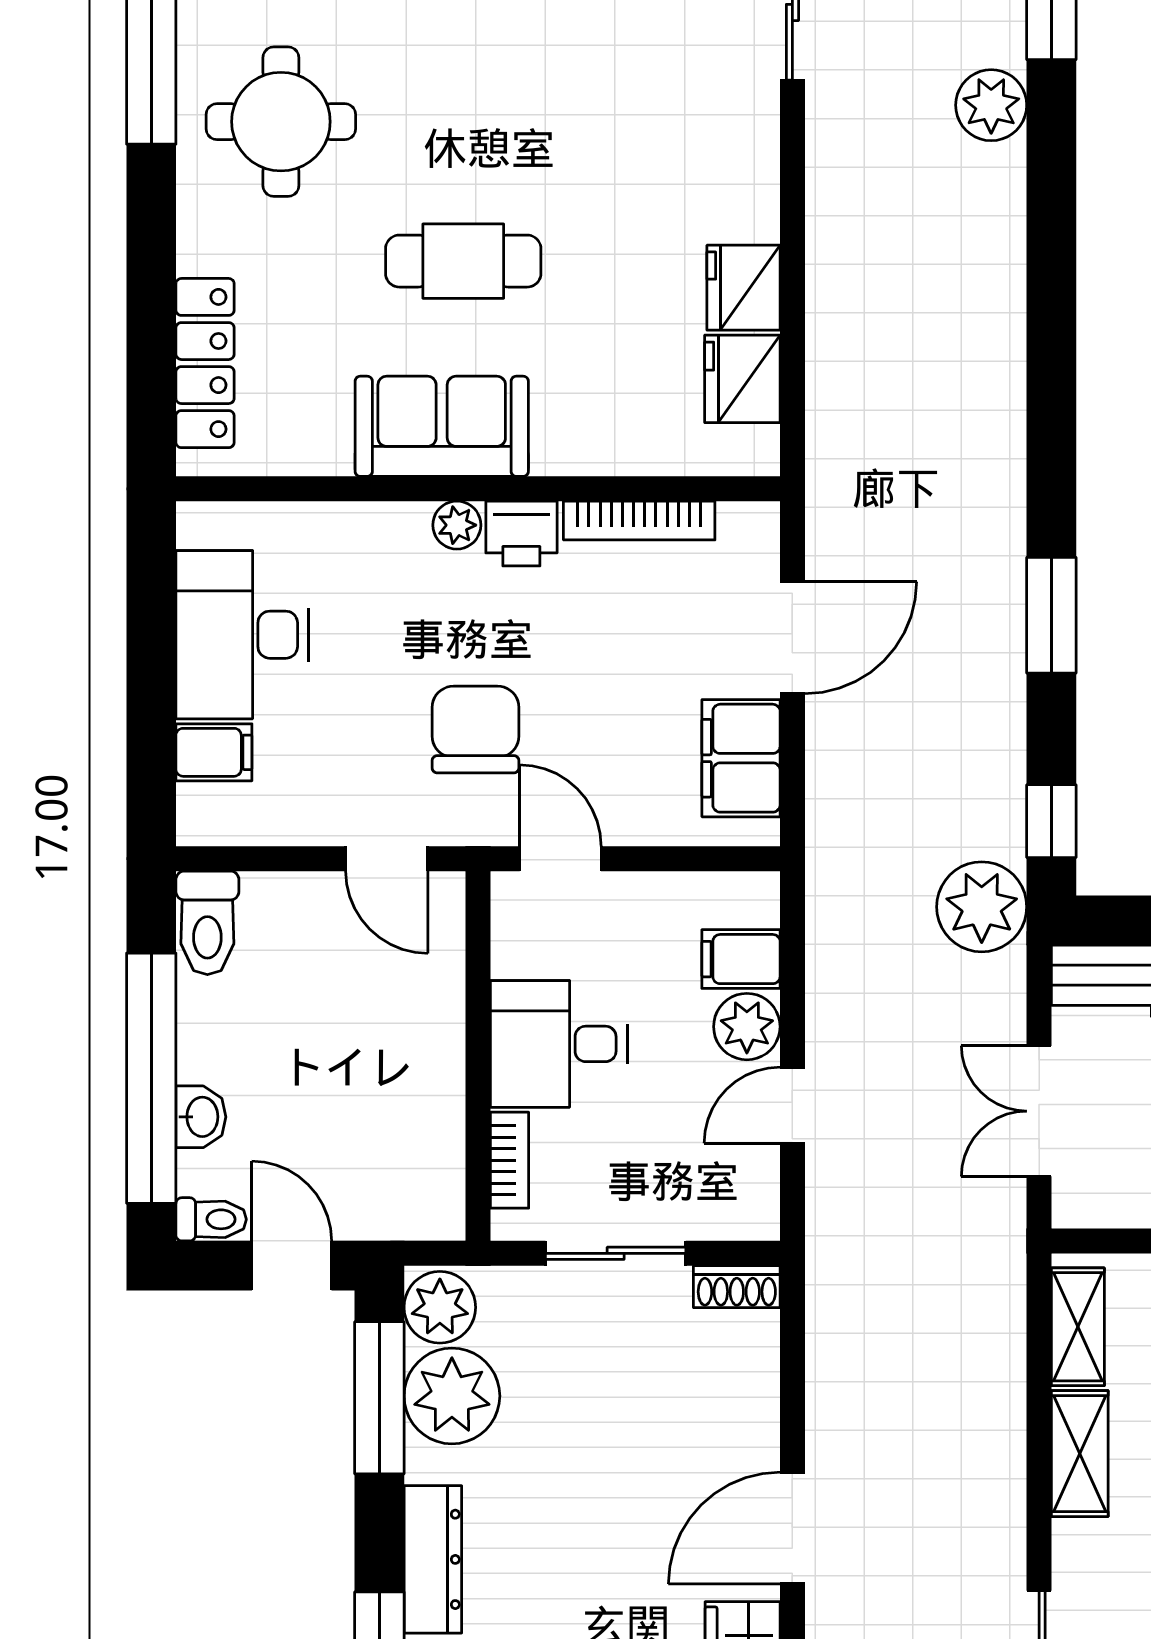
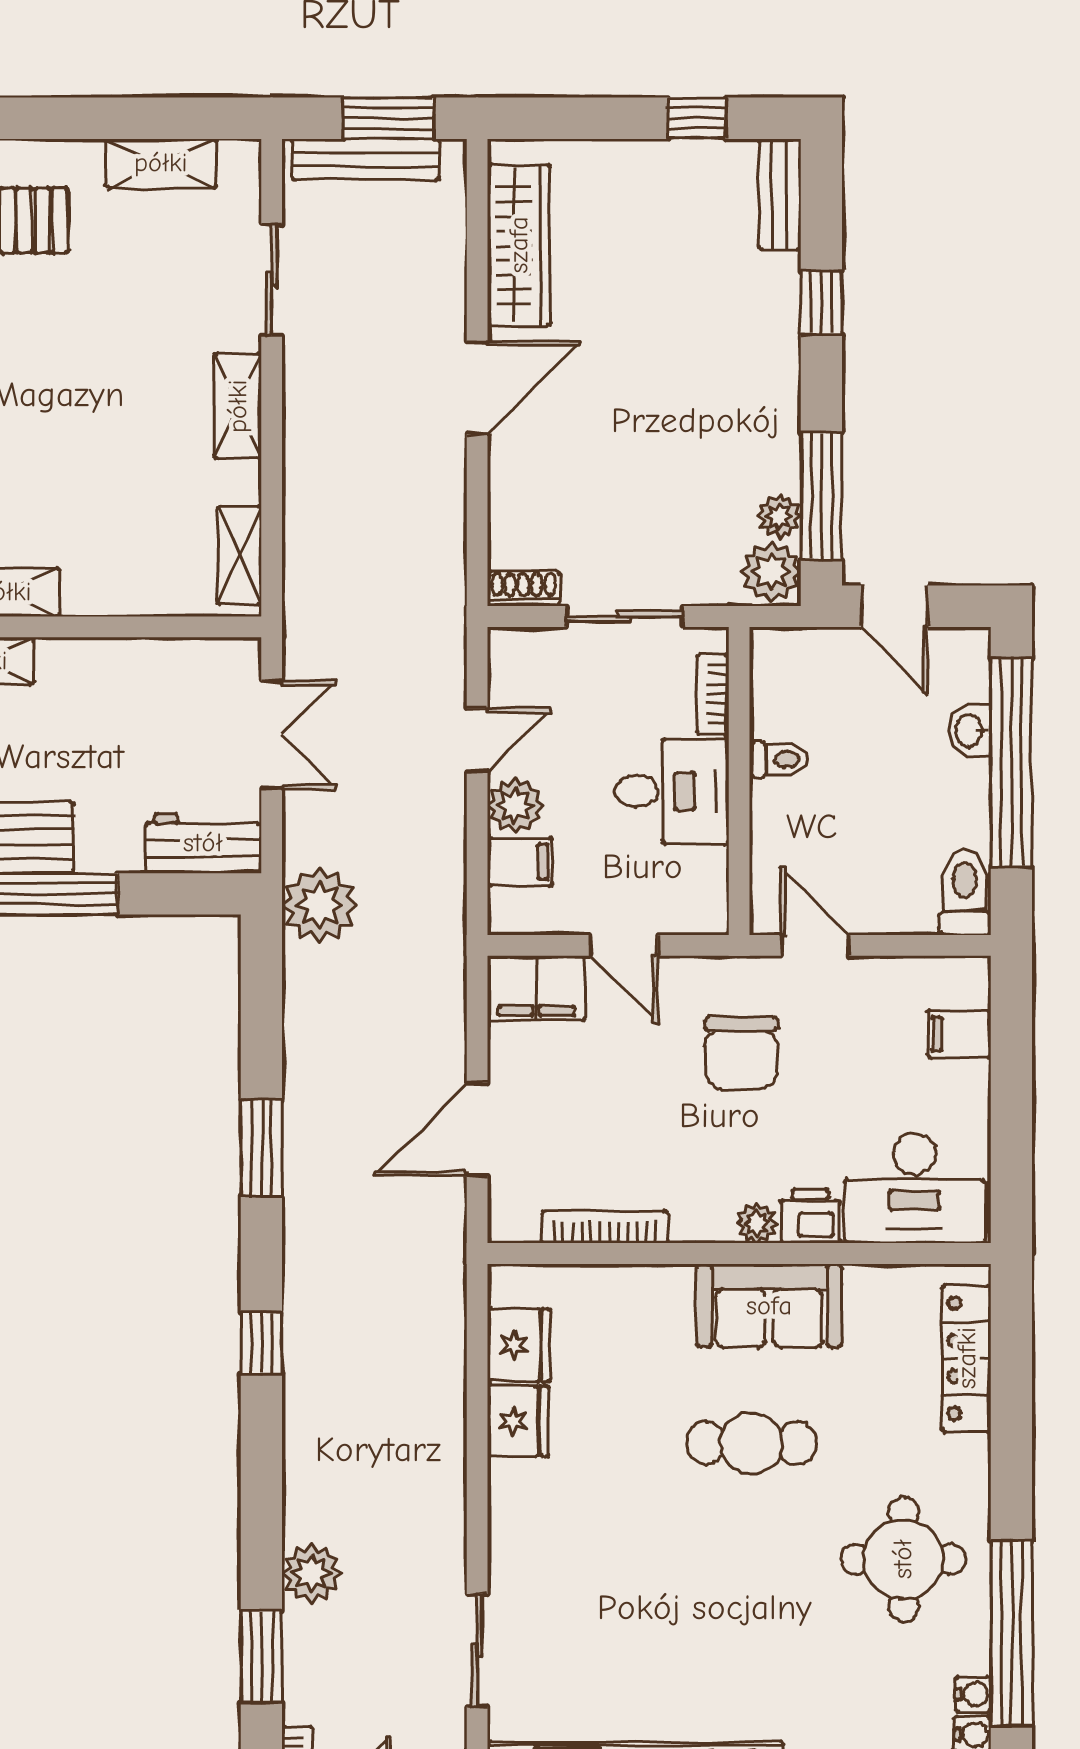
printer: (521, 533) -> (811, 1216), moved
desk: (242, 635) -> (914, 1188), moved, turned 90
filing cabinet: (741, 758) -> (536, 988), moved, turned 90
window: (1051, 821) -> (261, 1343), moved
door: (560, 859) -> (624, 945), moved
toilet: (211, 1219) -> (779, 759), moved, turned 180
plant: (452, 1396) -> (779, 516), width x0.53, depth x0.53
shelving: (1080, 1454) -> (238, 406), moved
dresser: (433, 1559) -> (777, 361), removed

